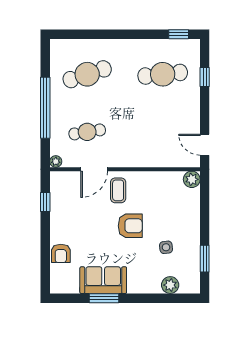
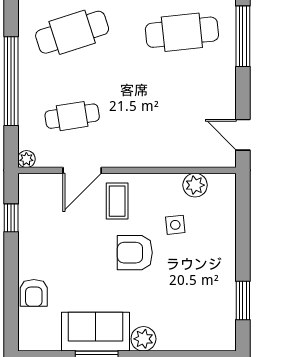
window: (205, 77) -> (243, 36), width x2.17
plant: (192, 179) -> (195, 185), moved
armchair: (130, 226) -> (135, 253), turned 180
side table: (166, 247) -> (175, 225), moved
plant: (170, 285) -> (143, 339), moved

